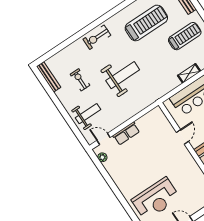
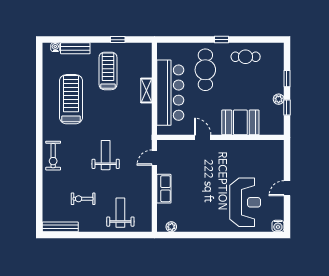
weight bench: (123, 75) -> (106, 155), width x0.73, depth x0.75
door: (104, 139) -> (154, 158), moved

